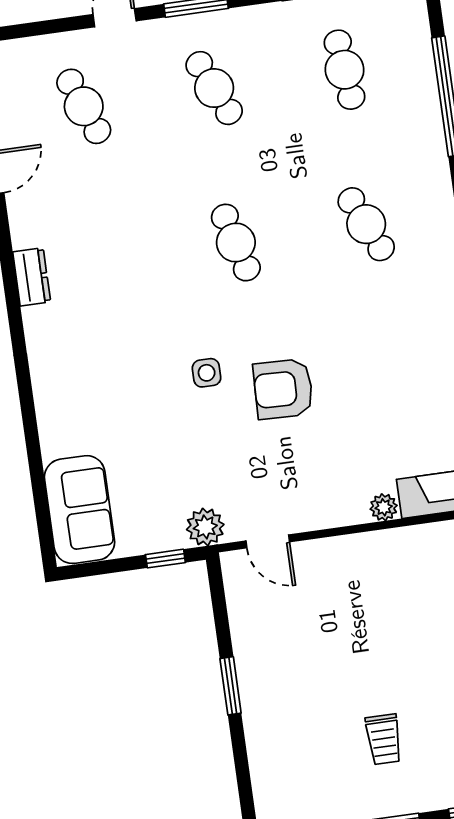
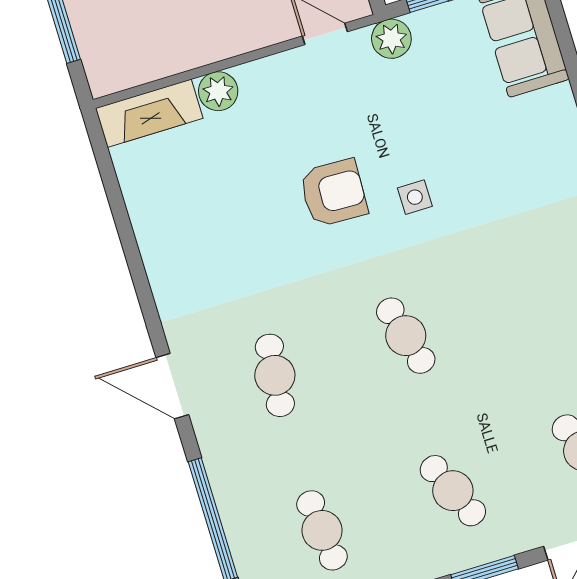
cafe table: (366, 224) -> (275, 375), turned 30
plant: (384, 507) -> (218, 91), width x1.38, depth x1.38

